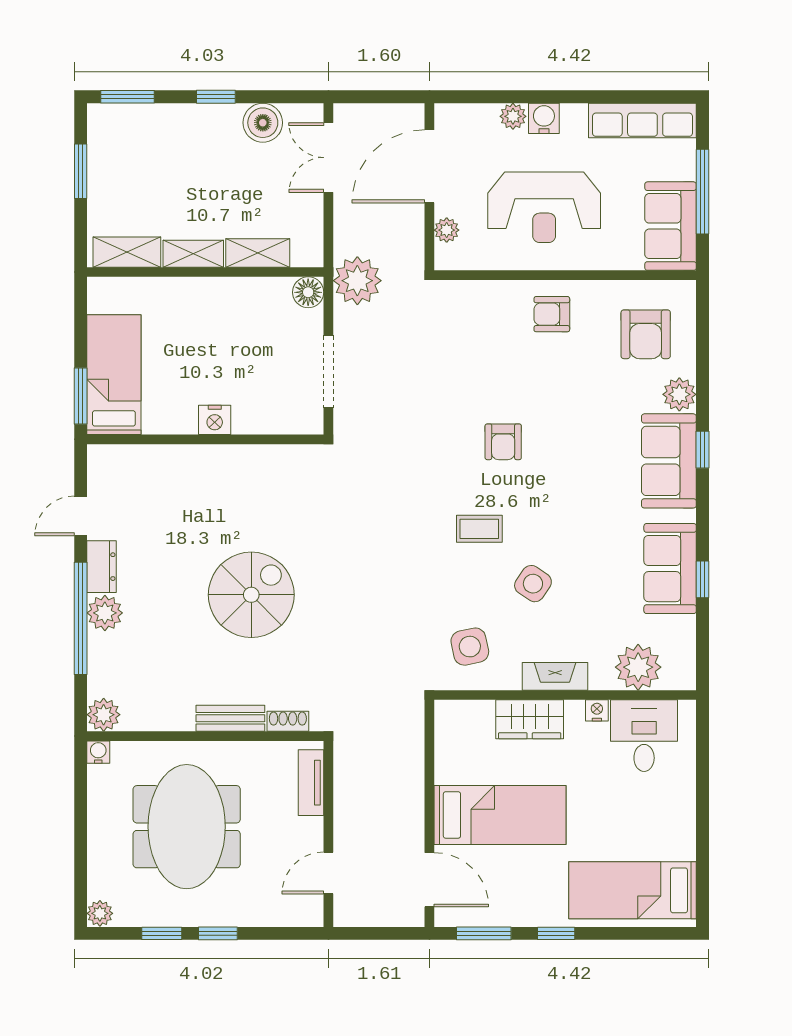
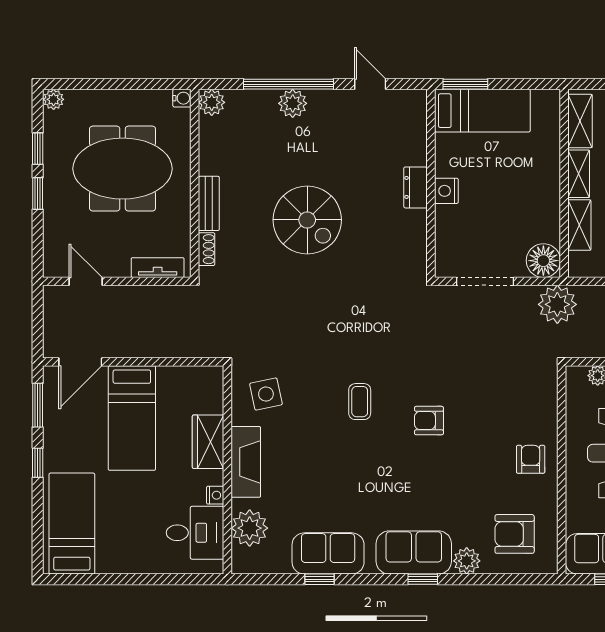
floor lamp: (308, 292) -> (543, 261), width x1.38, depth x1.38
dresser: (102, 567) -> (416, 187), moved, turned 90
side table: (533, 584) -> (316, 444), removed
fireplace: (555, 676) -> (246, 462), width x1.37, depth x1.32

